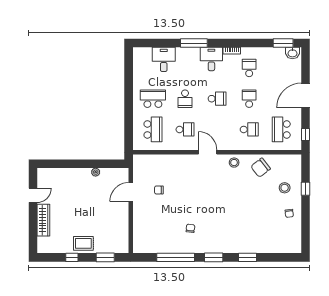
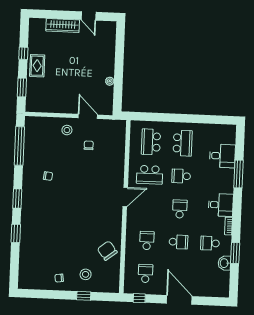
window: (194, 43) -> (238, 174), moved
window: (283, 43) -> (235, 253), moved
washbasin: (292, 53) -> (224, 263), moved
school desk: (249, 68) -> (210, 243), turned 180
school desk: (217, 99) -> (180, 209), turned 180
school desk: (153, 129) -> (151, 142), turned 90
school desk: (185, 129) -> (150, 175), width x1.85
school desk: (249, 129) -> (147, 241), turned 180
school desk: (281, 129) -> (145, 273), width x0.54
stool: (234, 163) -> (67, 130), moved
window: (176, 257) -> (19, 146), moved

